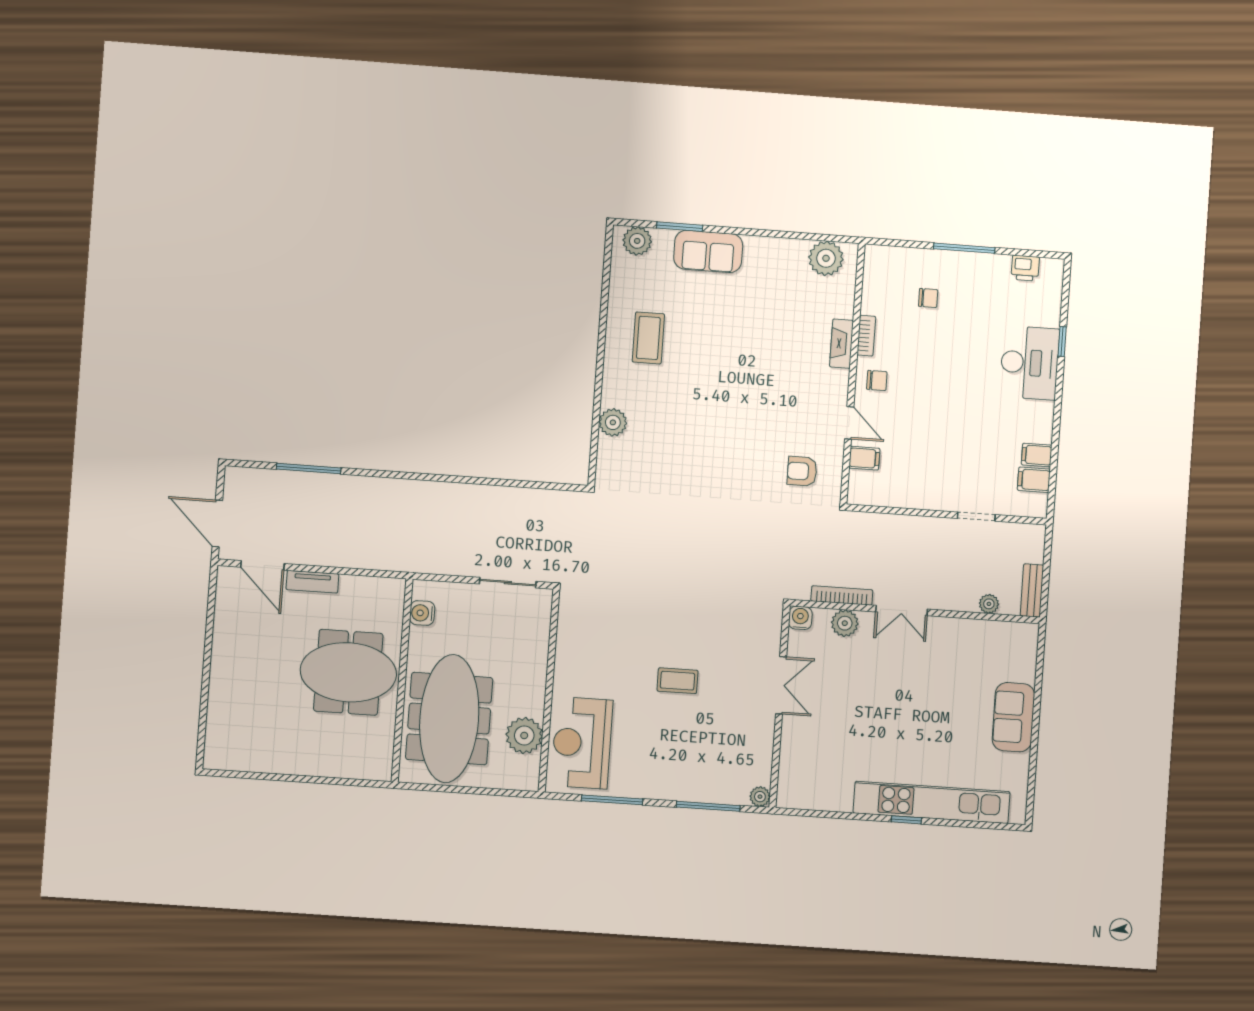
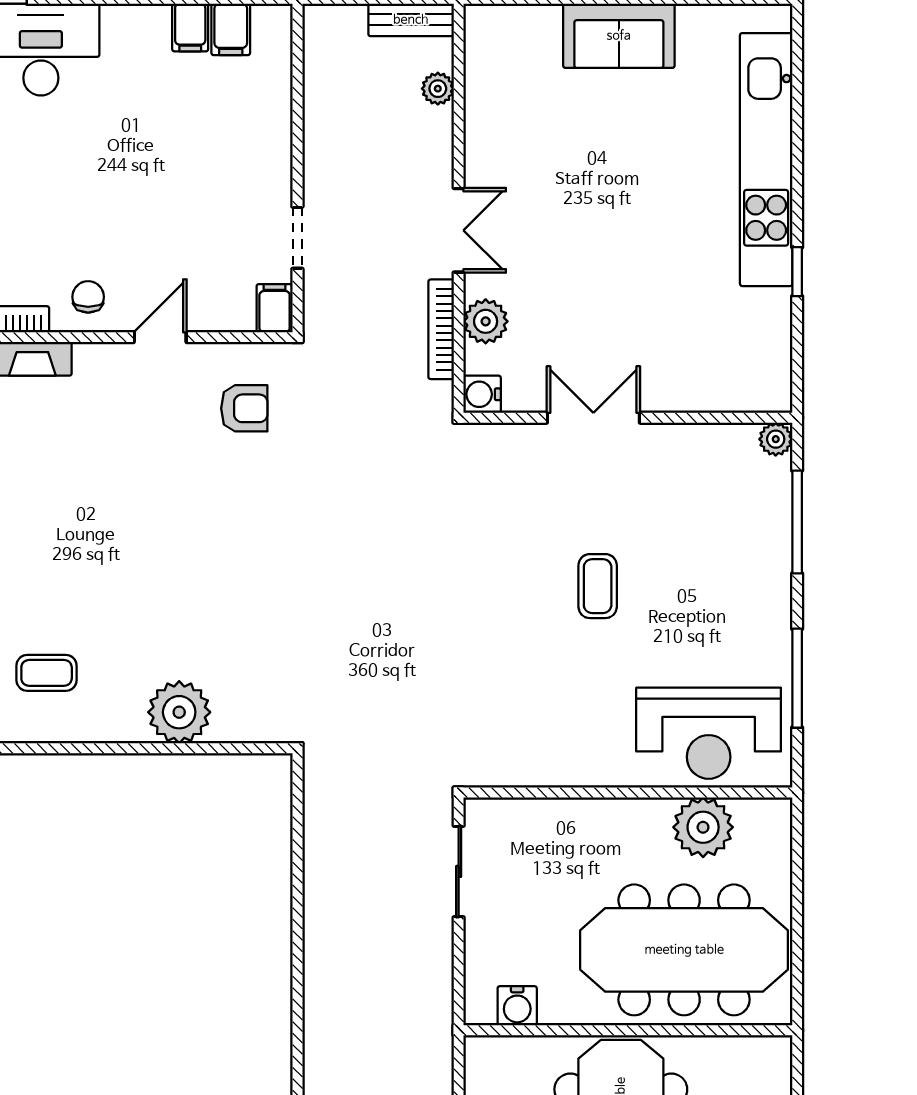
coffee table: (648, 338) -> (47, 673), width x0.73, depth x0.77
plant: (613, 422) -> (179, 712), width x1.36, depth x1.36
filing cabinet: (864, 458) -> (275, 308), moved
armchair: (802, 471) -> (244, 408), turned -90
doorway: (976, 517) -> (297, 238), moved
window: (906, 820) -> (797, 272), moved

